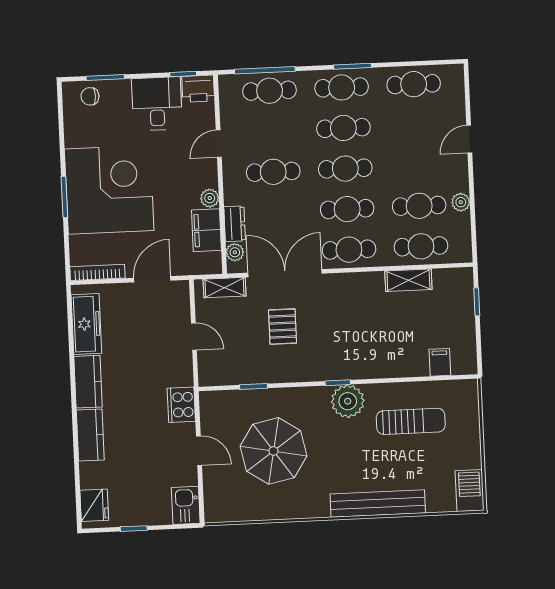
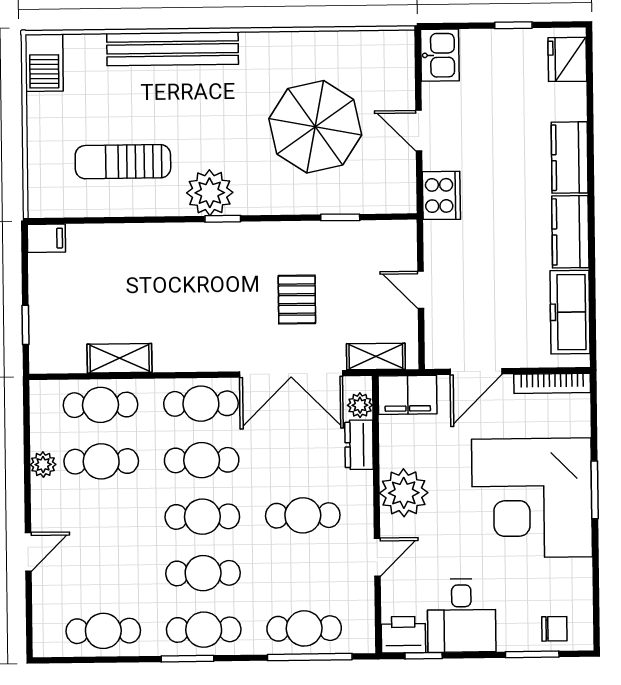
plant: (210, 198) -> (404, 493), width x1.87, depth x1.87
filing cabinet: (206, 230) -> (408, 395), moved, turned 90
filing cabinet: (440, 362) -> (46, 238), moved, turned -90

